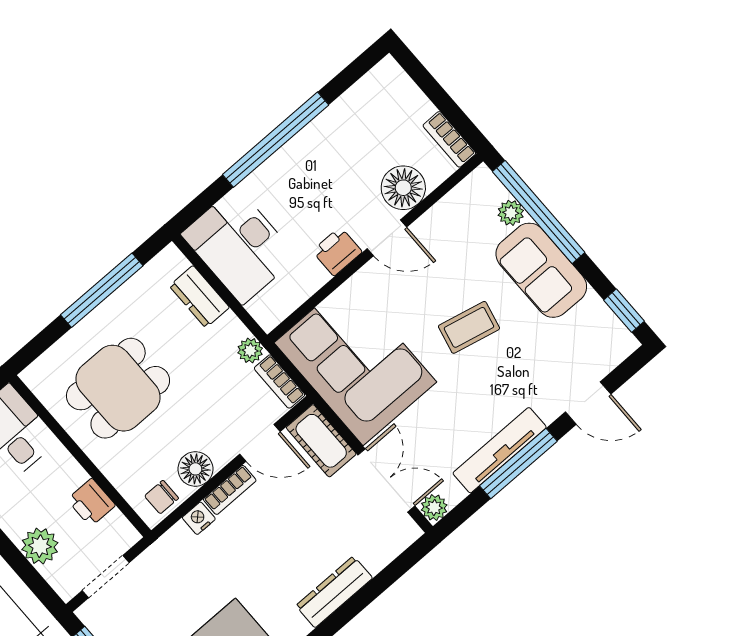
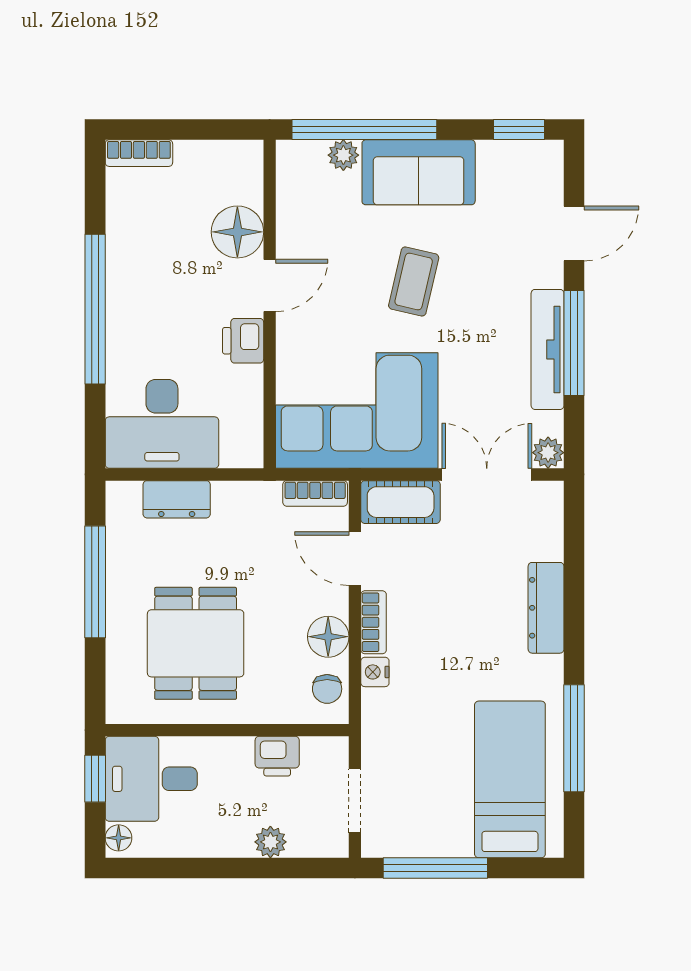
bookcase: (449, 139) -> (139, 153), moved
plant: (250, 351) -> (264, 496), removed
door: (260, 443) -> (355, 559), swing flipped
plant: (40, 546) -> (270, 842), width x0.73, depth x0.73

